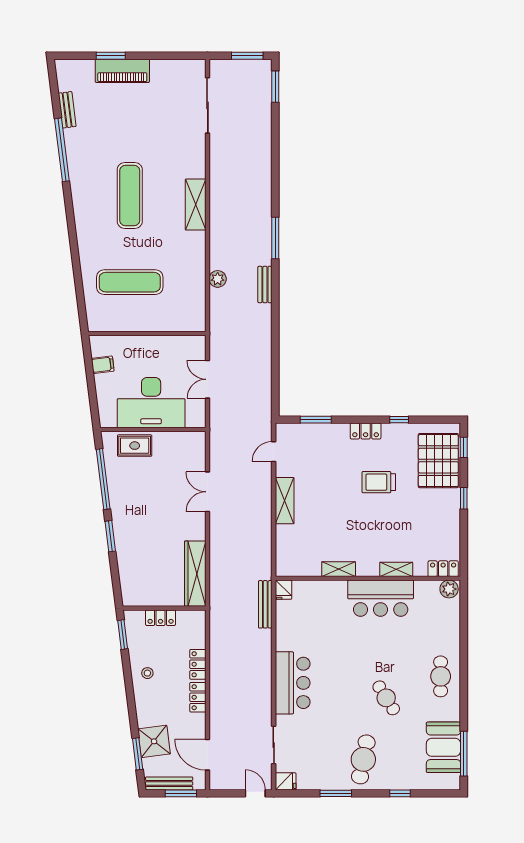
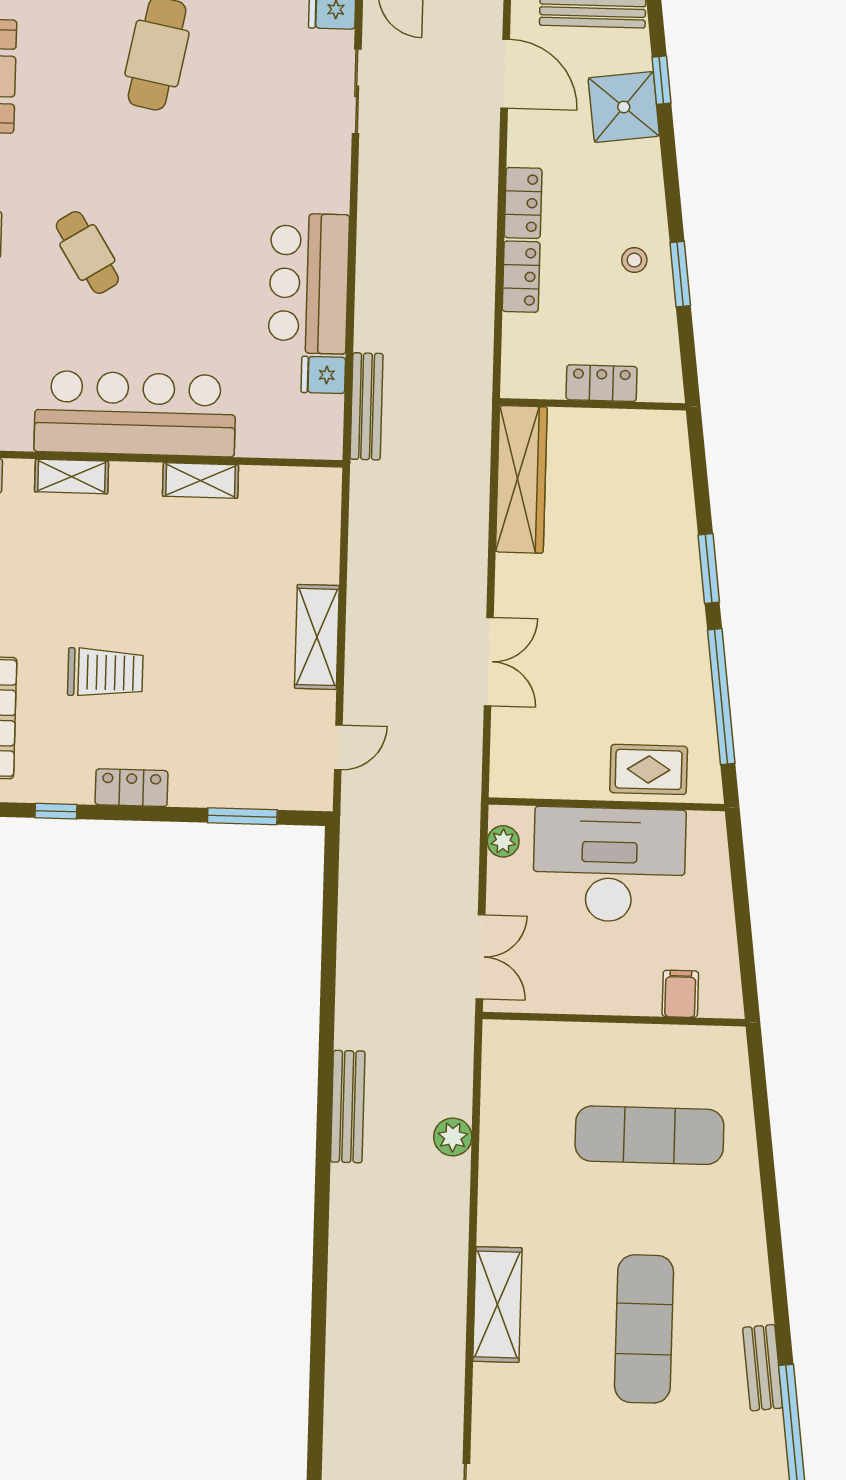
bench: (76, 180) -> (763, 1368), added
window: (275, 238) -> (321, 1225), removed
bench: (265, 285) -> (348, 1107), width x1.36
filing cabinet: (103, 365) -> (680, 994), moved, turned 97
double door: (207, 379) -> (480, 957), moved
plant: (199, 412) -> (503, 841), added
fridge: (283, 590) -> (323, 375), moved, turned -90
bar counter: (381, 598) -> (135, 414), width x1.36
window: (123, 635) -> (680, 274), moved
bar counter: (293, 683) -> (309, 283), moved
cafe table: (386, 698) -> (87, 252), moved
window: (138, 754) -> (661, 80), width x0.67

